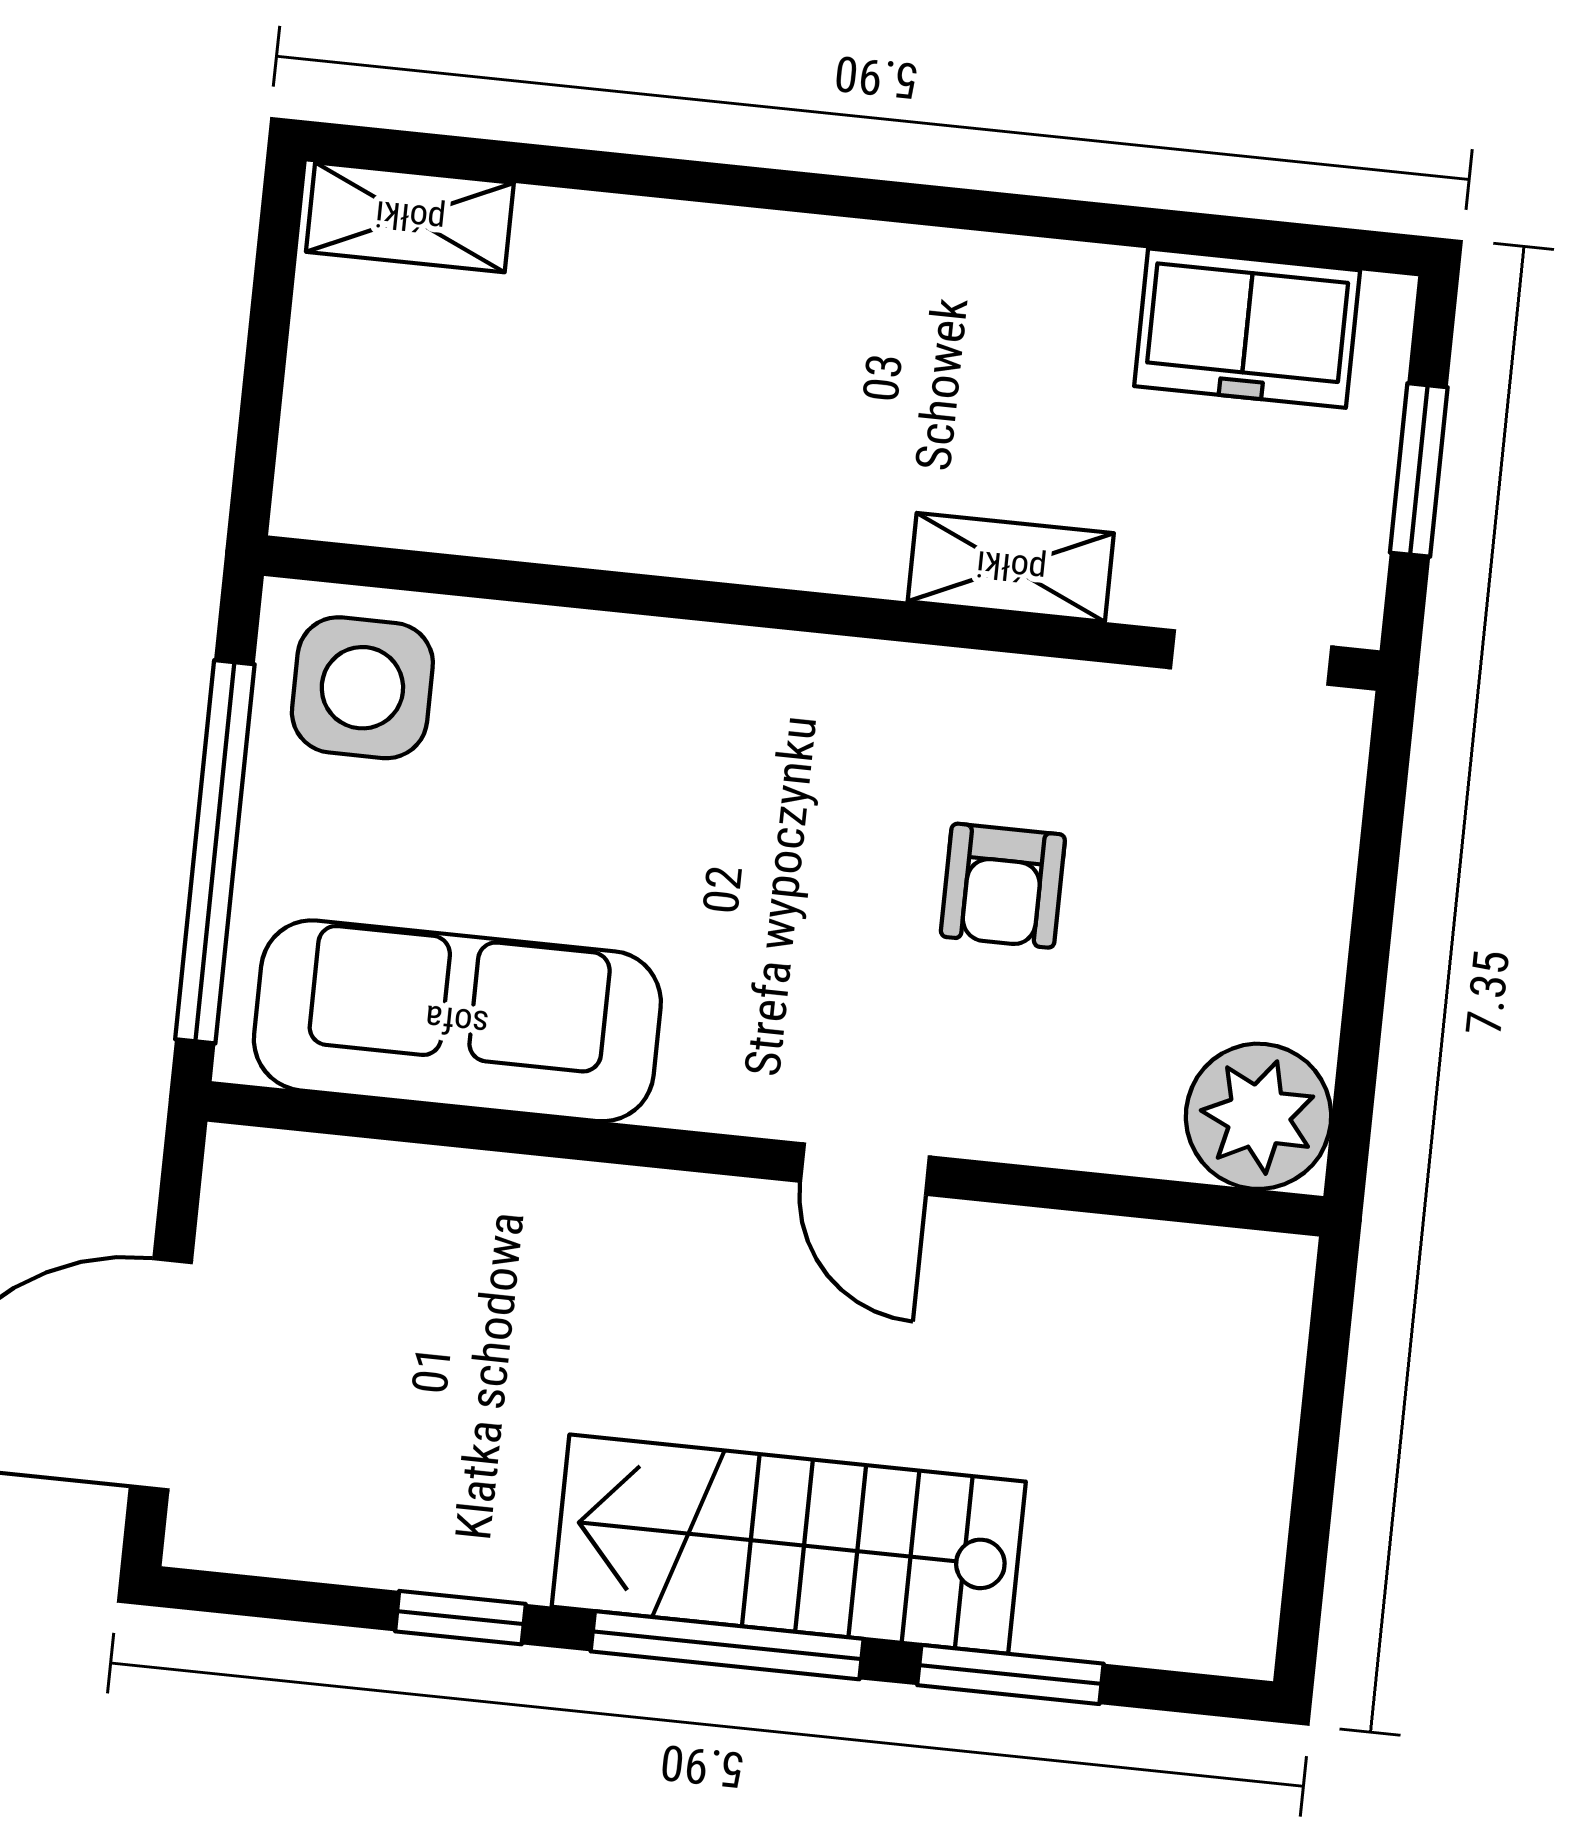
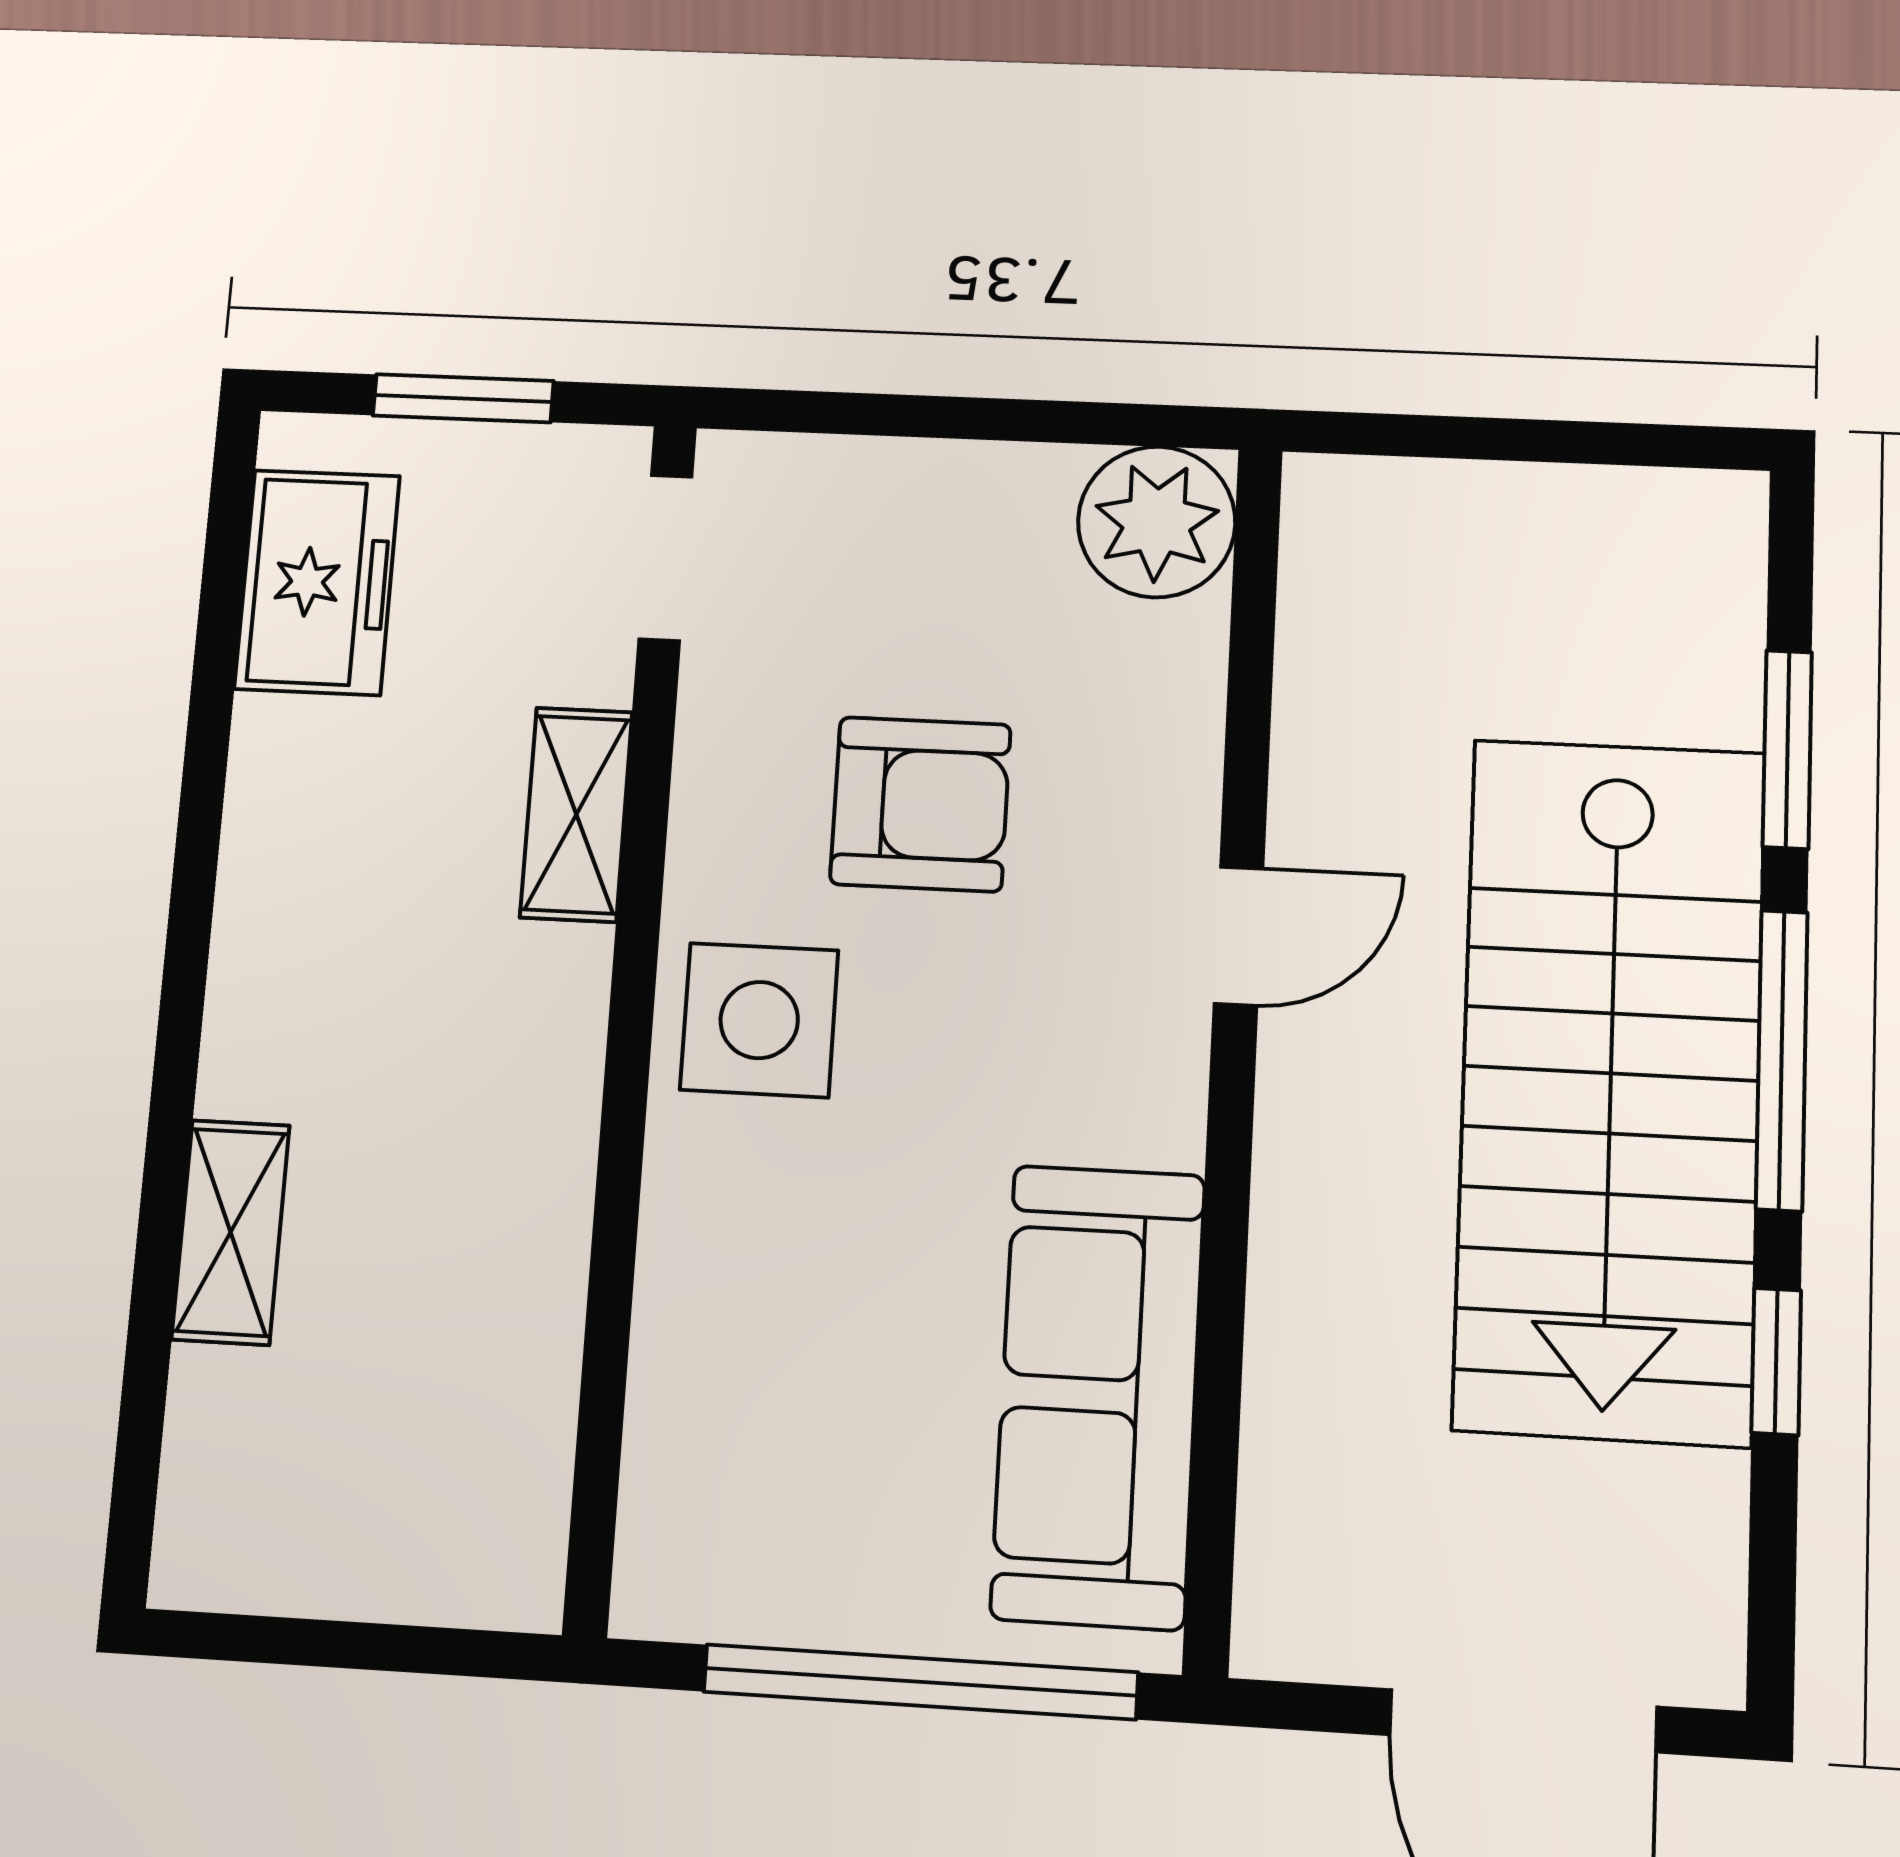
shelving: (410, 217) -> (231, 1232), moved
side table: (362, 688) -> (759, 1020), moved
armchair: (1003, 886) -> (920, 804), width x1.38, depth x1.38
stairs: (789, 1544) -> (1610, 1087), width x1.36, depth x1.51

